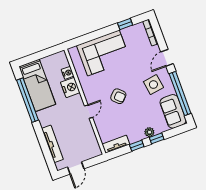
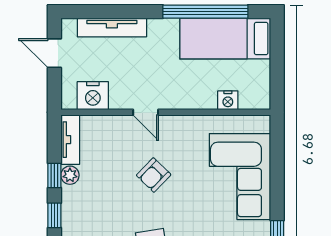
nightstand: (70, 87) -> (93, 96), moved
plant: (149, 132) -> (70, 175), moved

